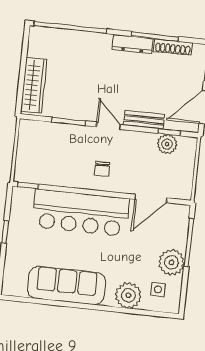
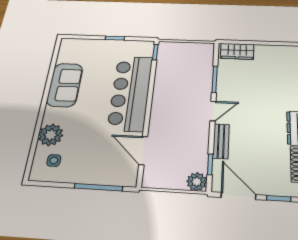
wardrobe: (34, 85) -> (237, 51), width x0.67
plant: (167, 144) -> (197, 182), moved
chair: (102, 169) -> (171, 108), removed
plant: (171, 262) -> (79, 172), removed
sofa: (67, 286) -> (65, 85), width x0.73

